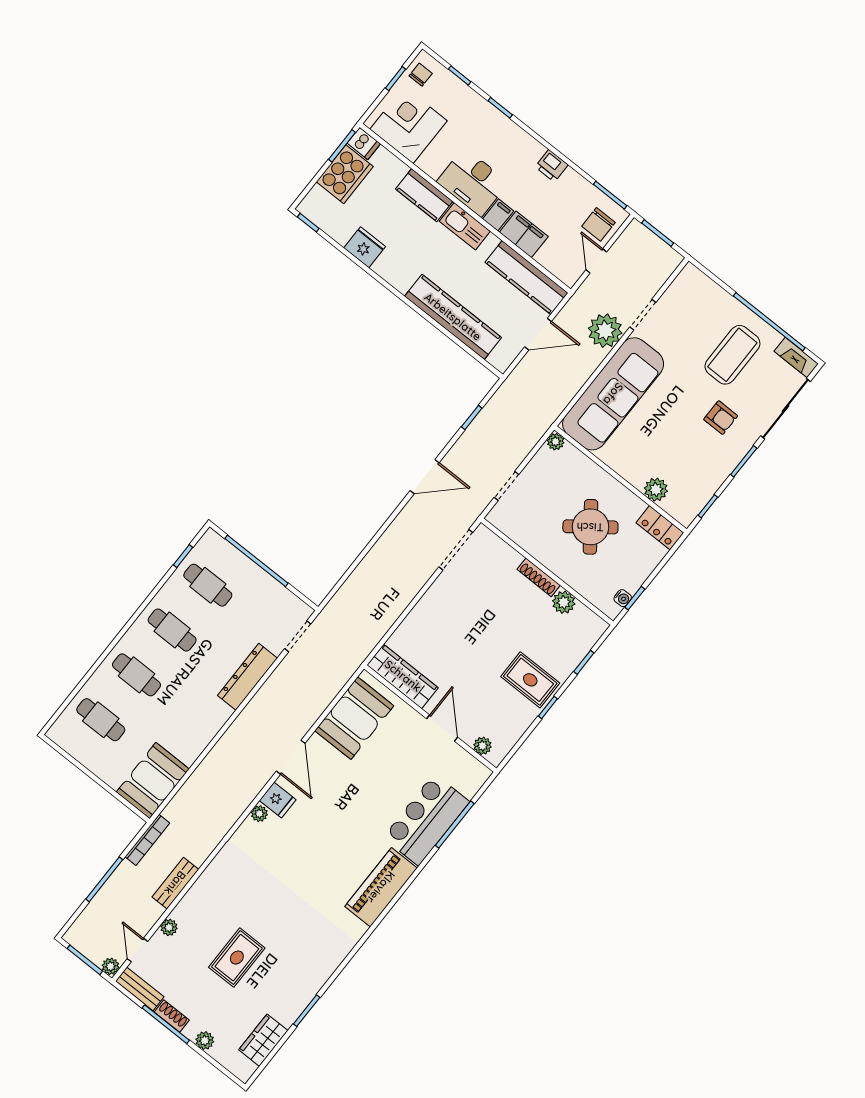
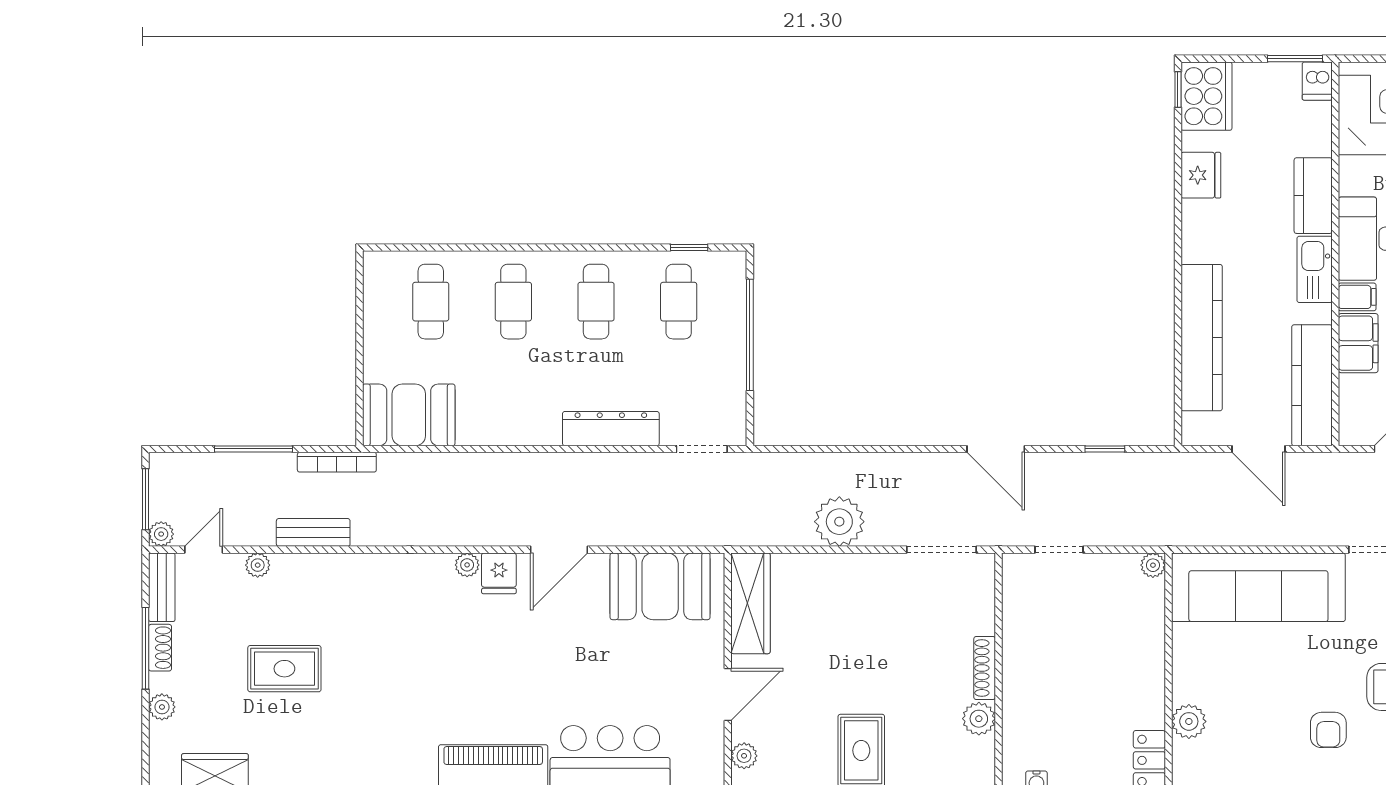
cooker: (345, 174) -> (1206, 96), moved, turned -90
plant: (605, 331) -> (839, 522), moved
round table: (590, 527) -> (1088, 681), removed

